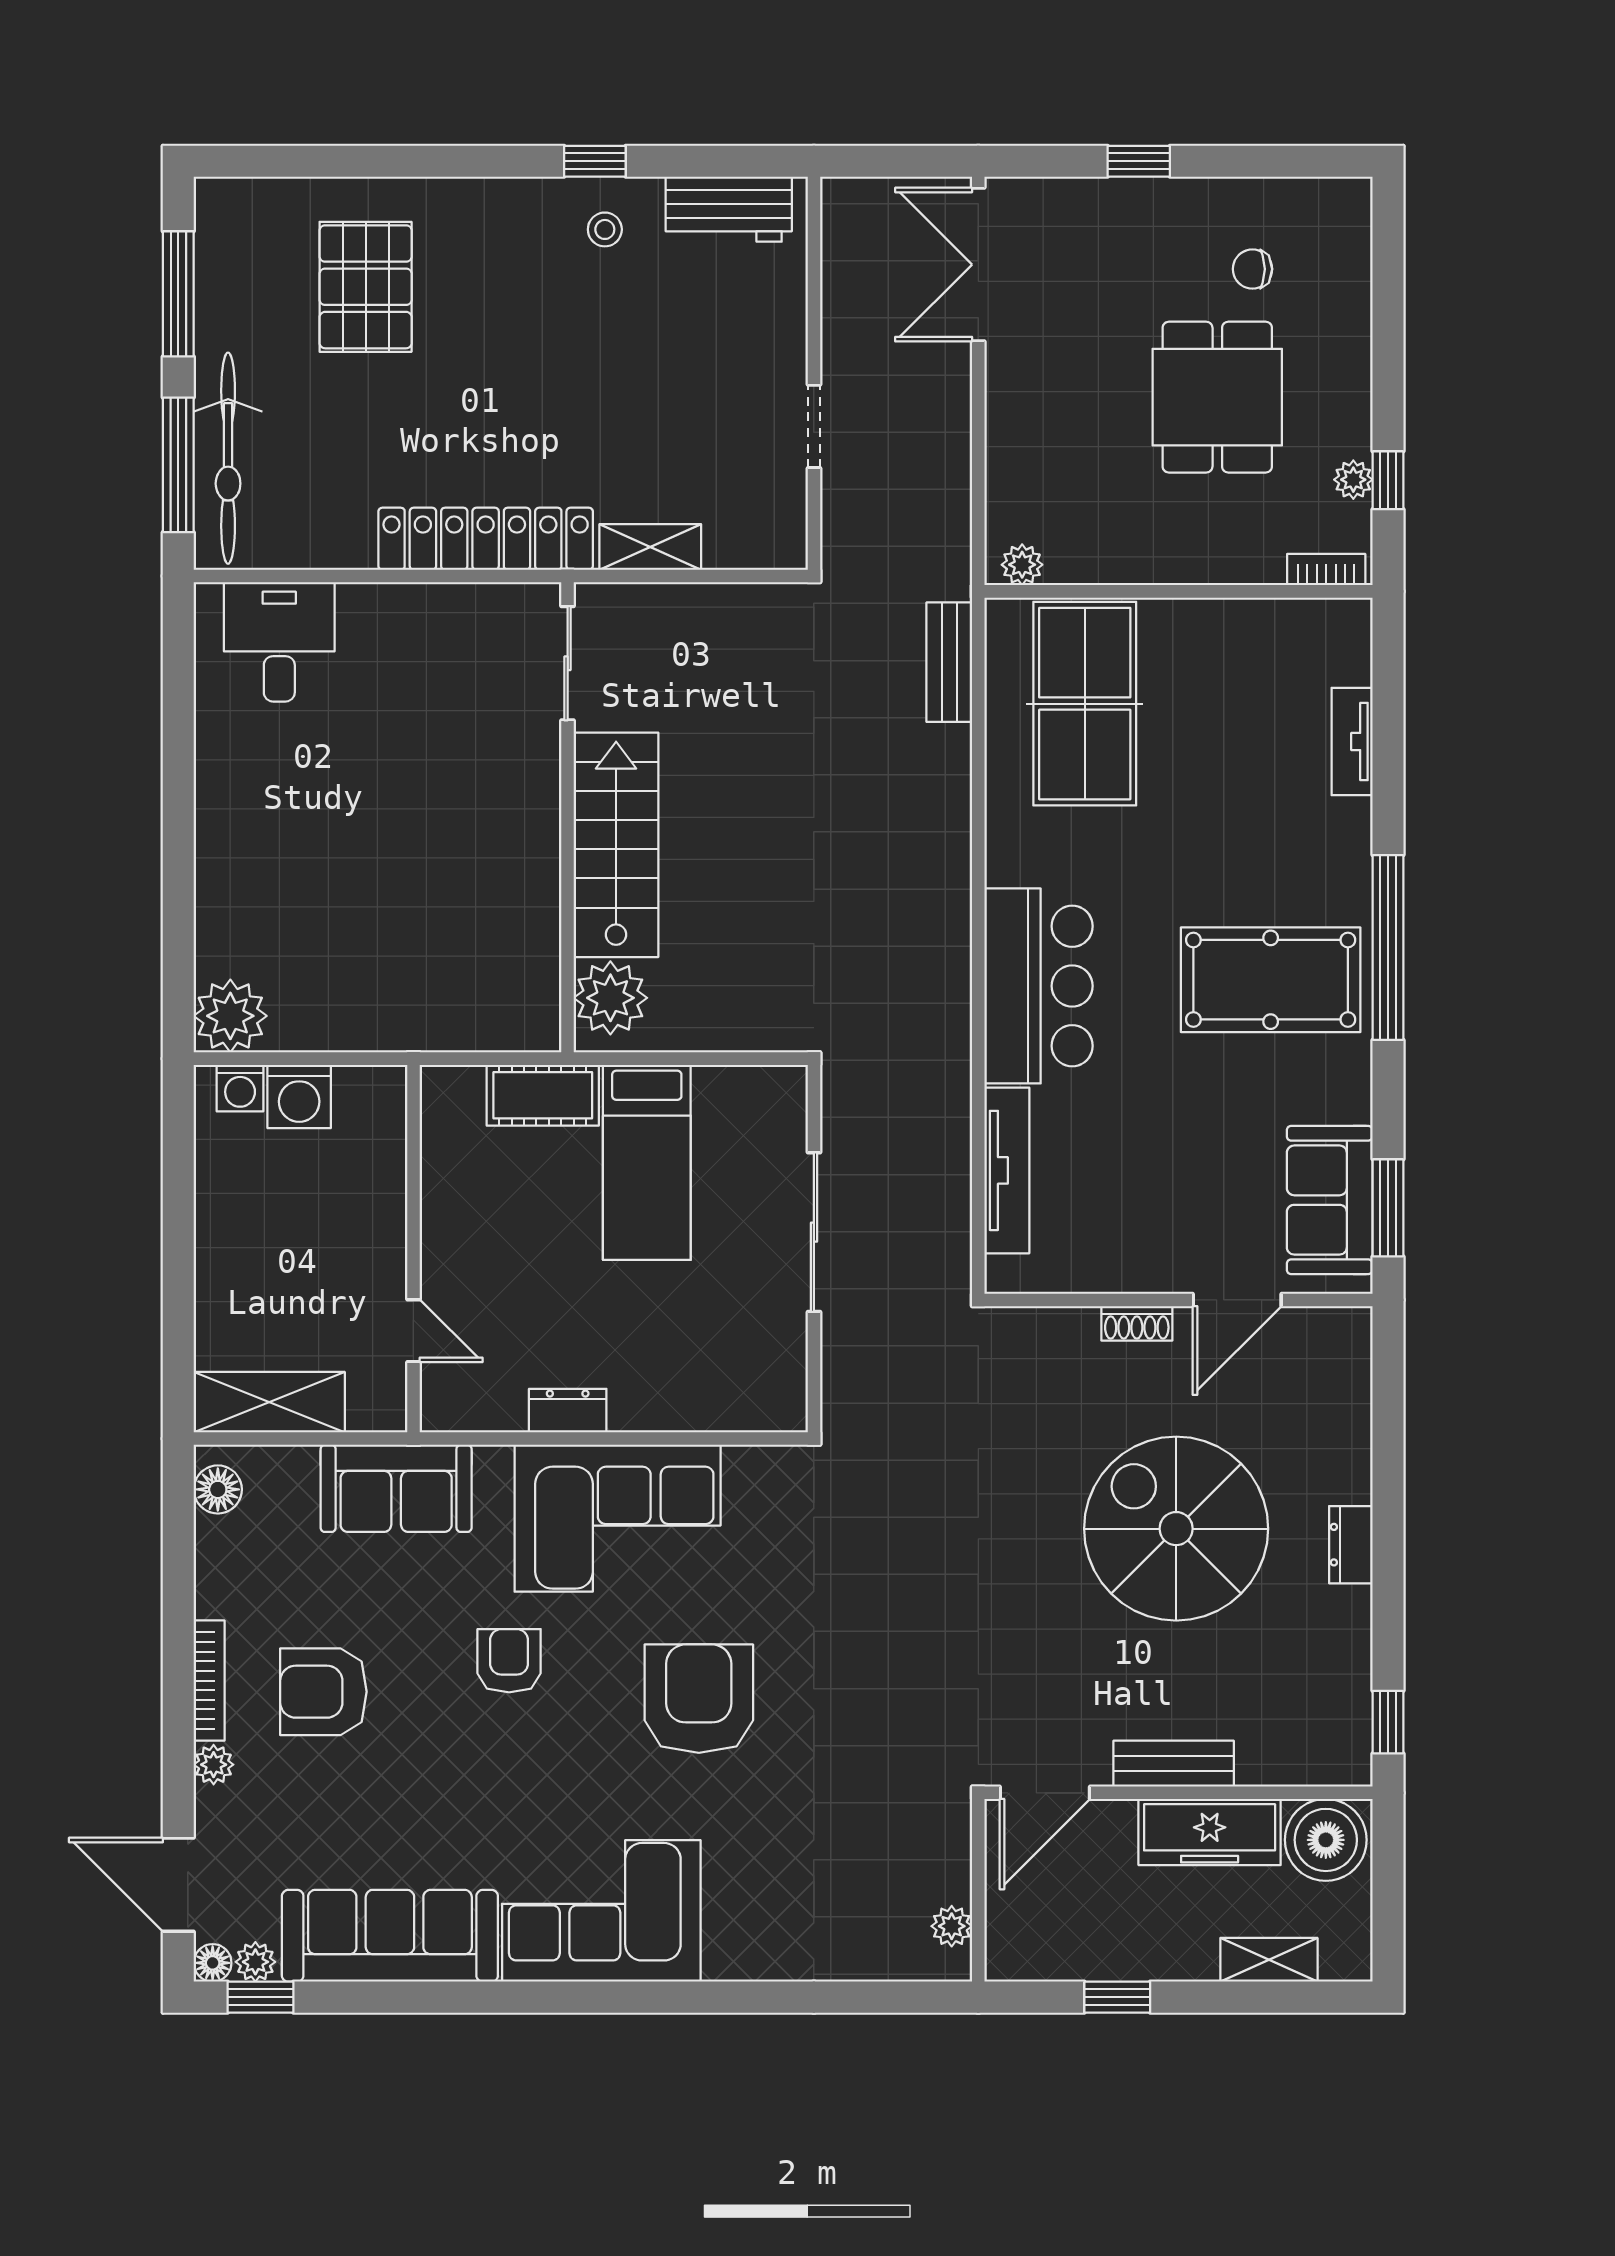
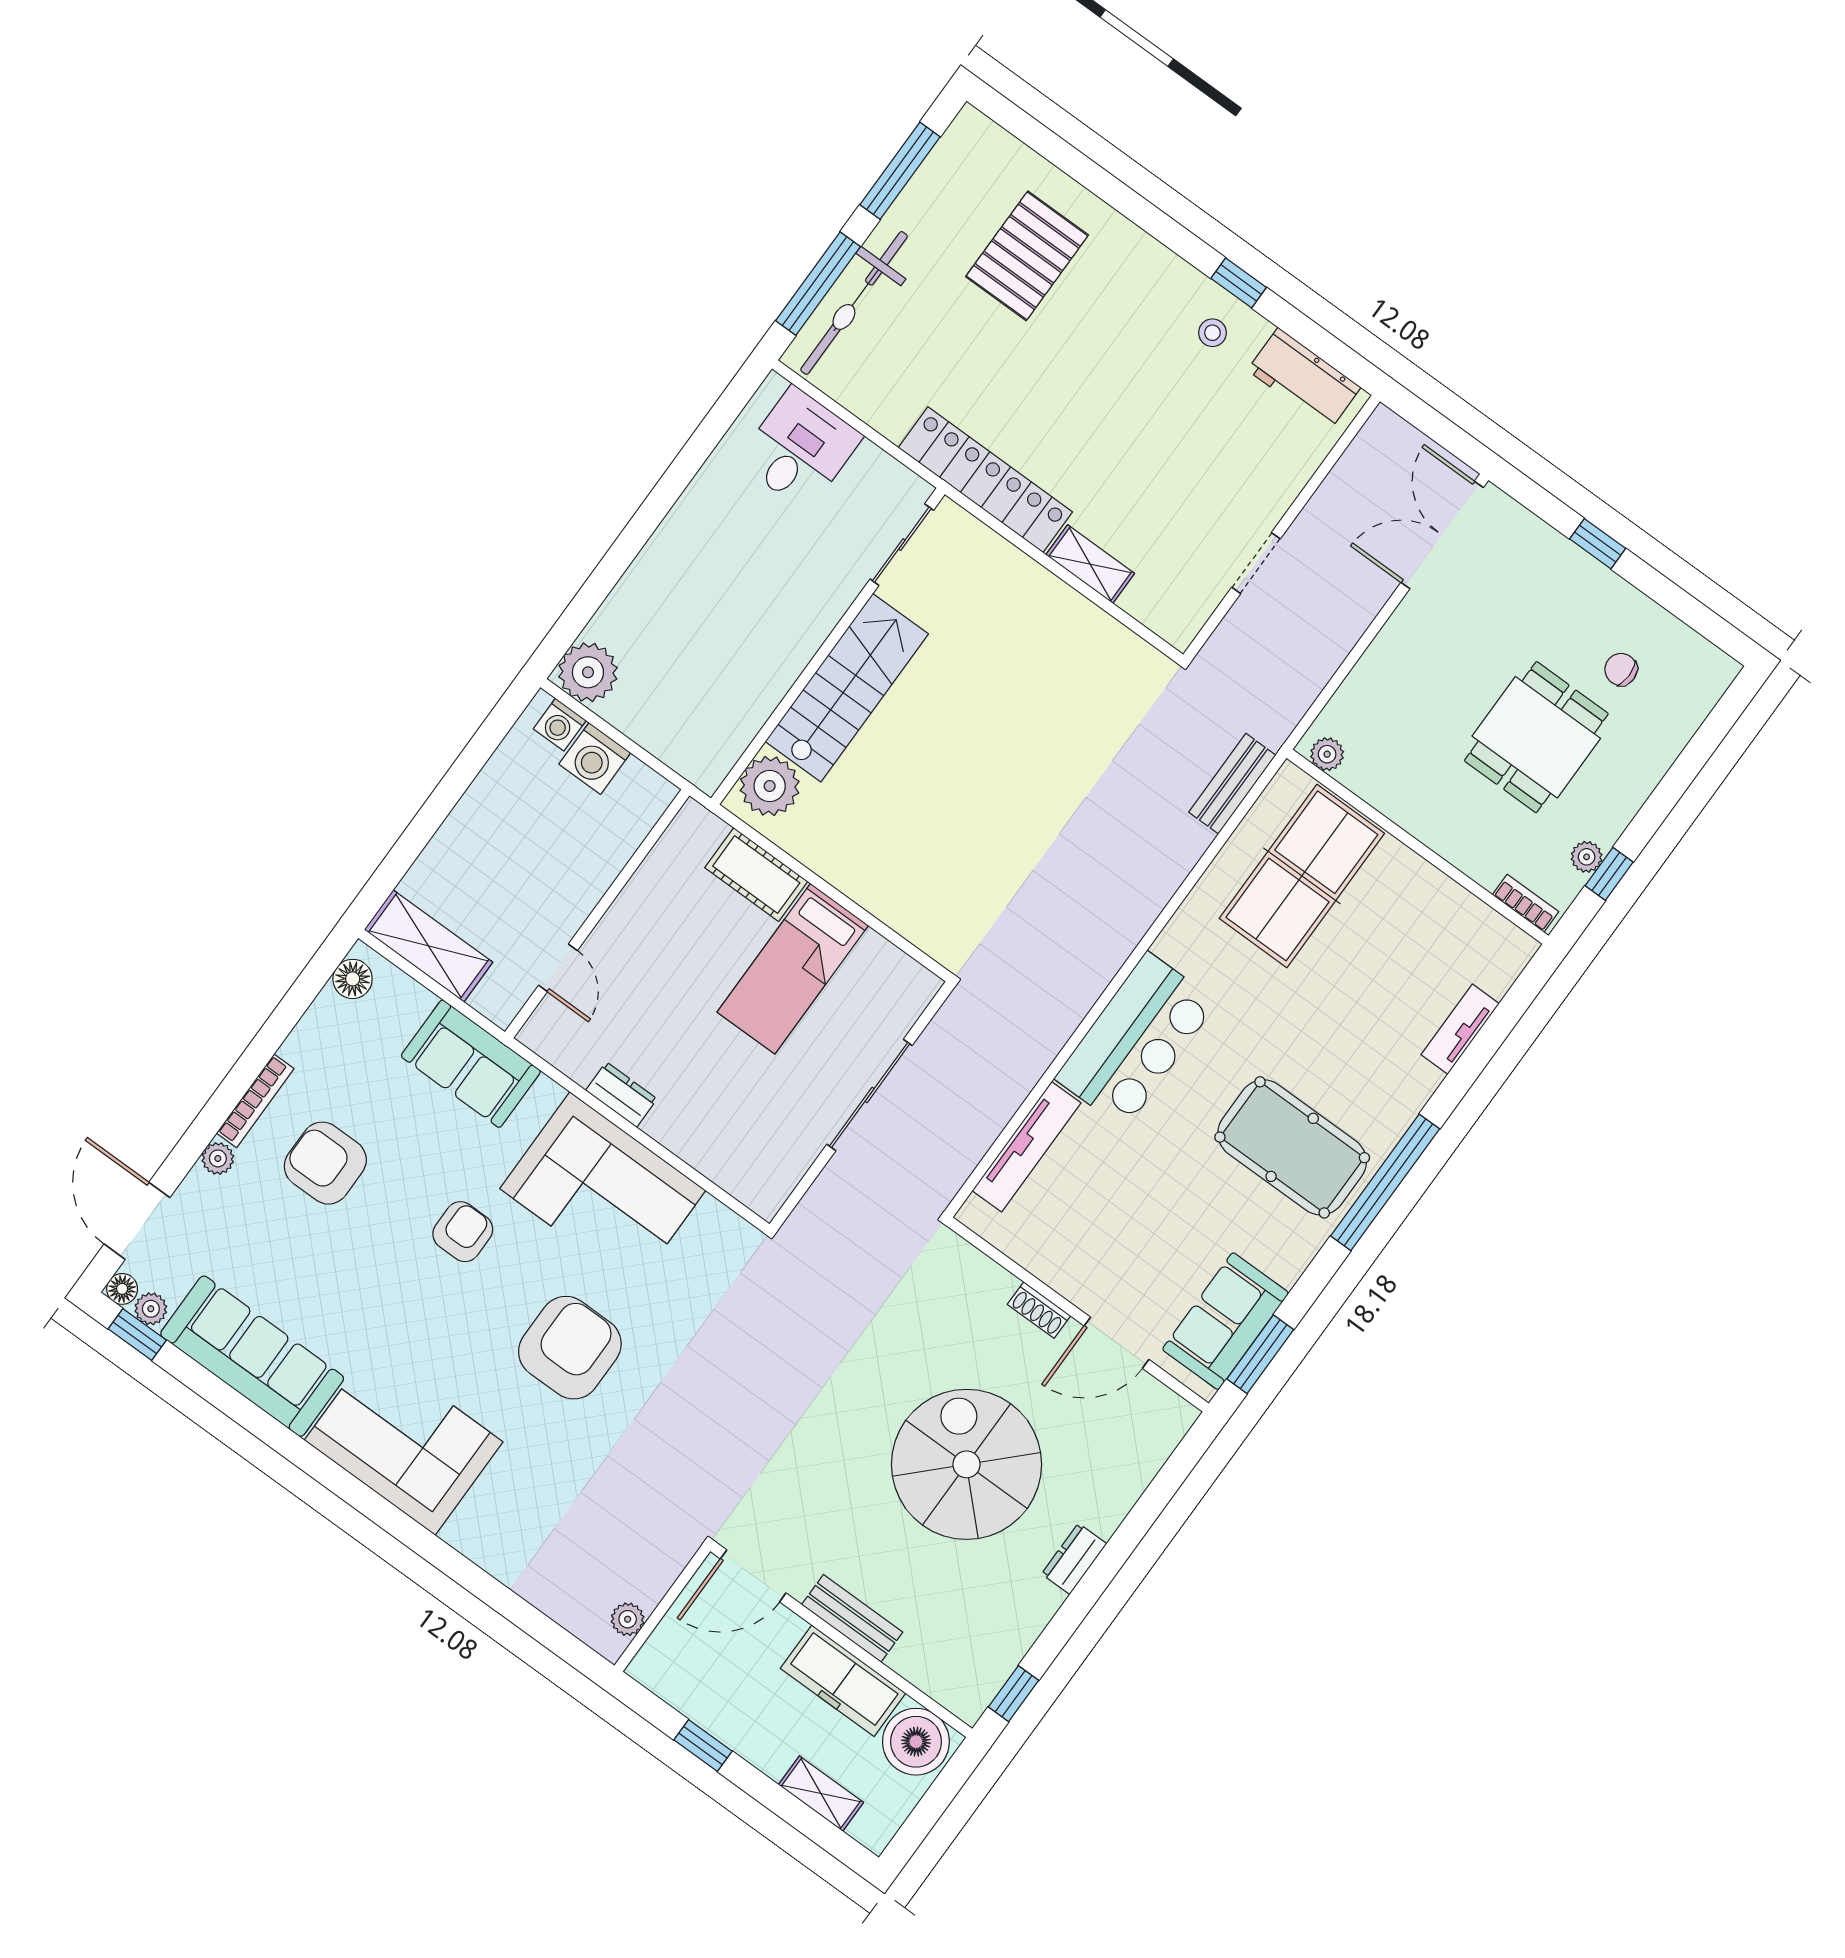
sliding door: (568, 663) -> (902, 545), moved
wall: (568, 817) -> (828, 646), moved
stairs: (616, 845) -> (847, 688), moved
plant: (610, 998) -> (770, 786), moved

